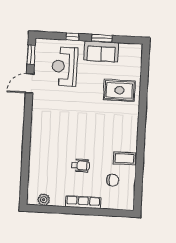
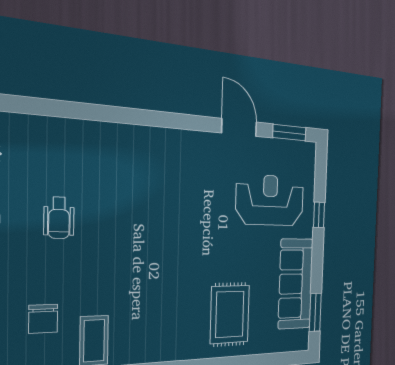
window: (102, 38) -> (315, 312), moved
sofa: (101, 51) -> (296, 284), width x1.36
wheelchair: (81, 165) -> (59, 218), moved

